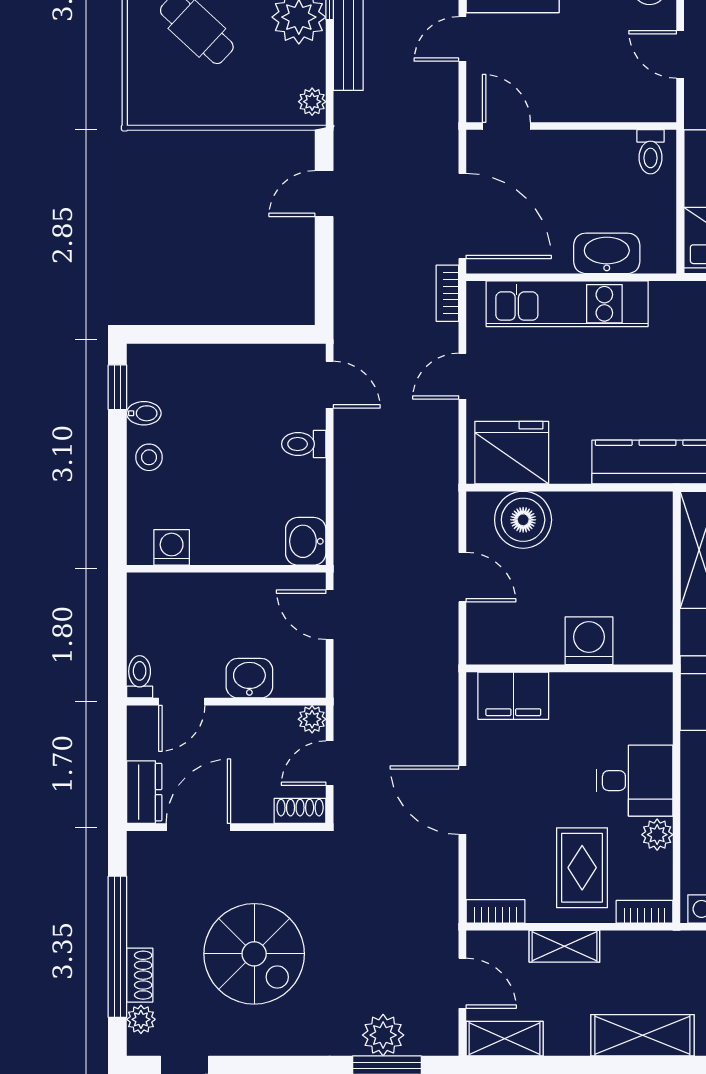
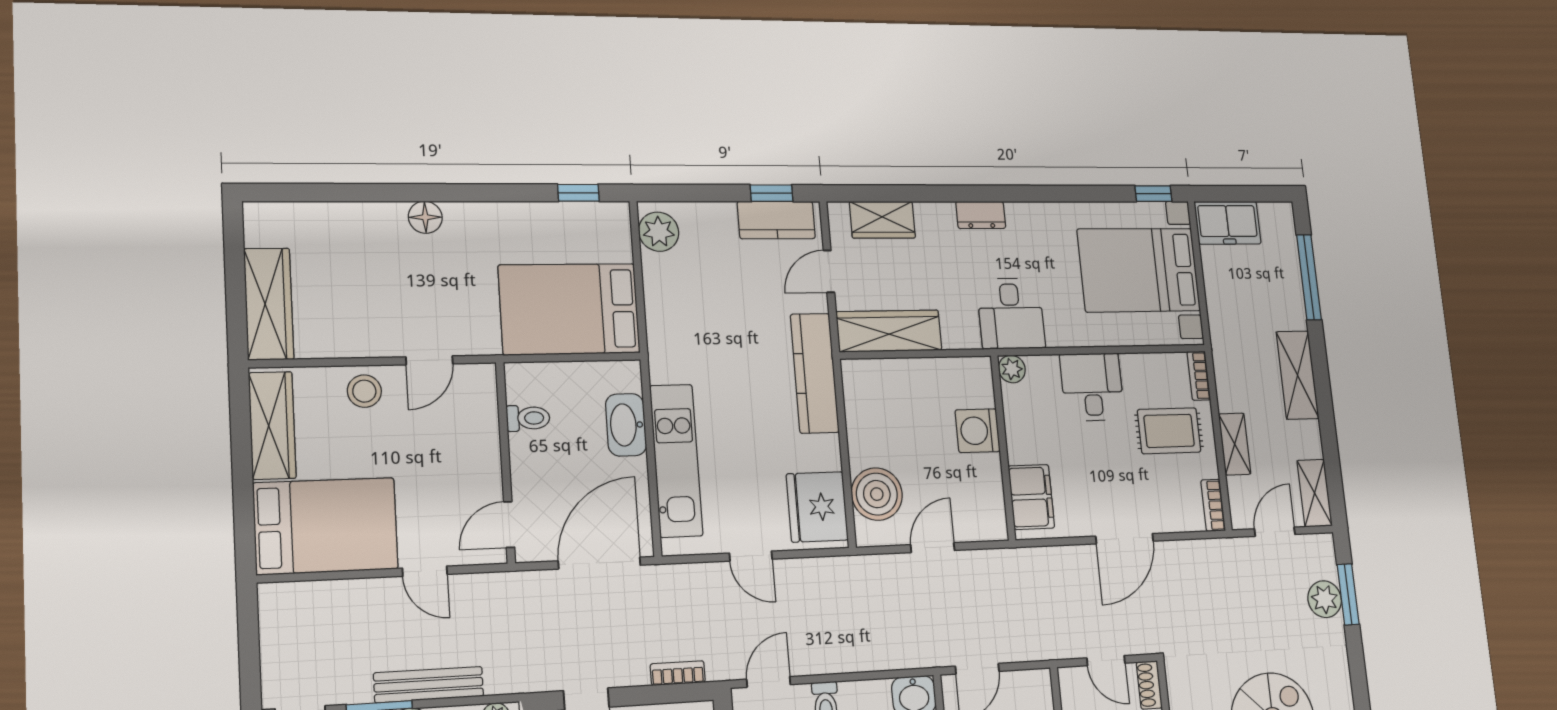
toilet: (651, 152) -> (528, 418), moved
bookcase: (447, 293) -> (678, 673), moved, turned 180
plant: (312, 719) -> (1070, 679), removed
plant: (657, 835) -> (1012, 369), moved

